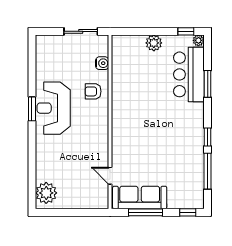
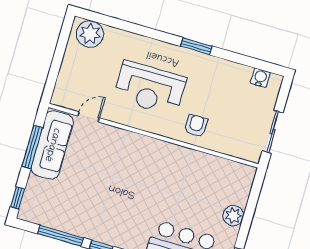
water cooler: (102, 63) -> (260, 78), moved, turned 180
reception desk: (54, 108) -> (150, 88), moved, turned 180

